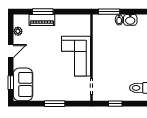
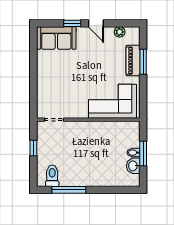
window: (109, 12) -> (143, 153), moved
corner sofa: (76, 56) -> (113, 101), moved
window: (11, 83) -> (72, 23), moved
window: (55, 104) -> (33, 76), removed

